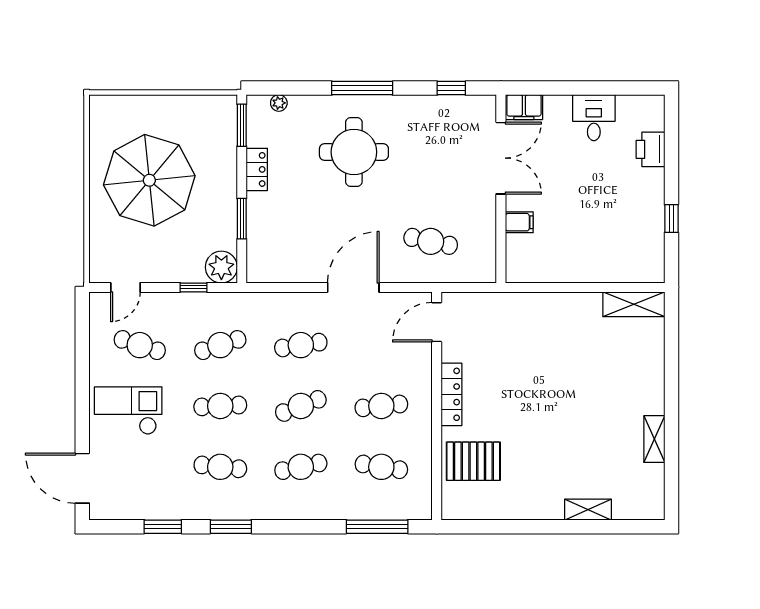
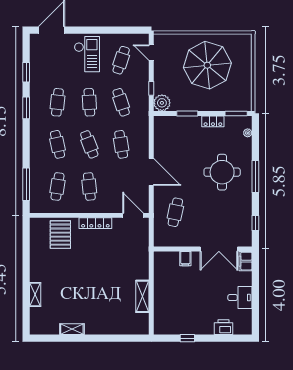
shelving: (634, 304) -> (142, 296), moved

